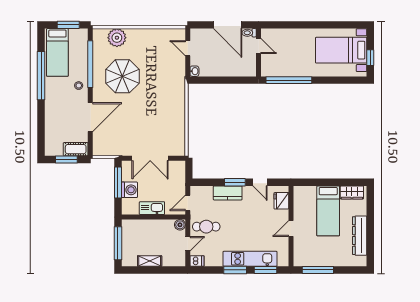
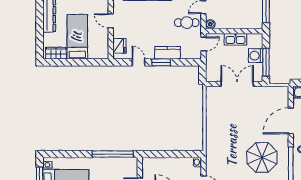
door: (291, 229) -> (111, 21), swing flipped

